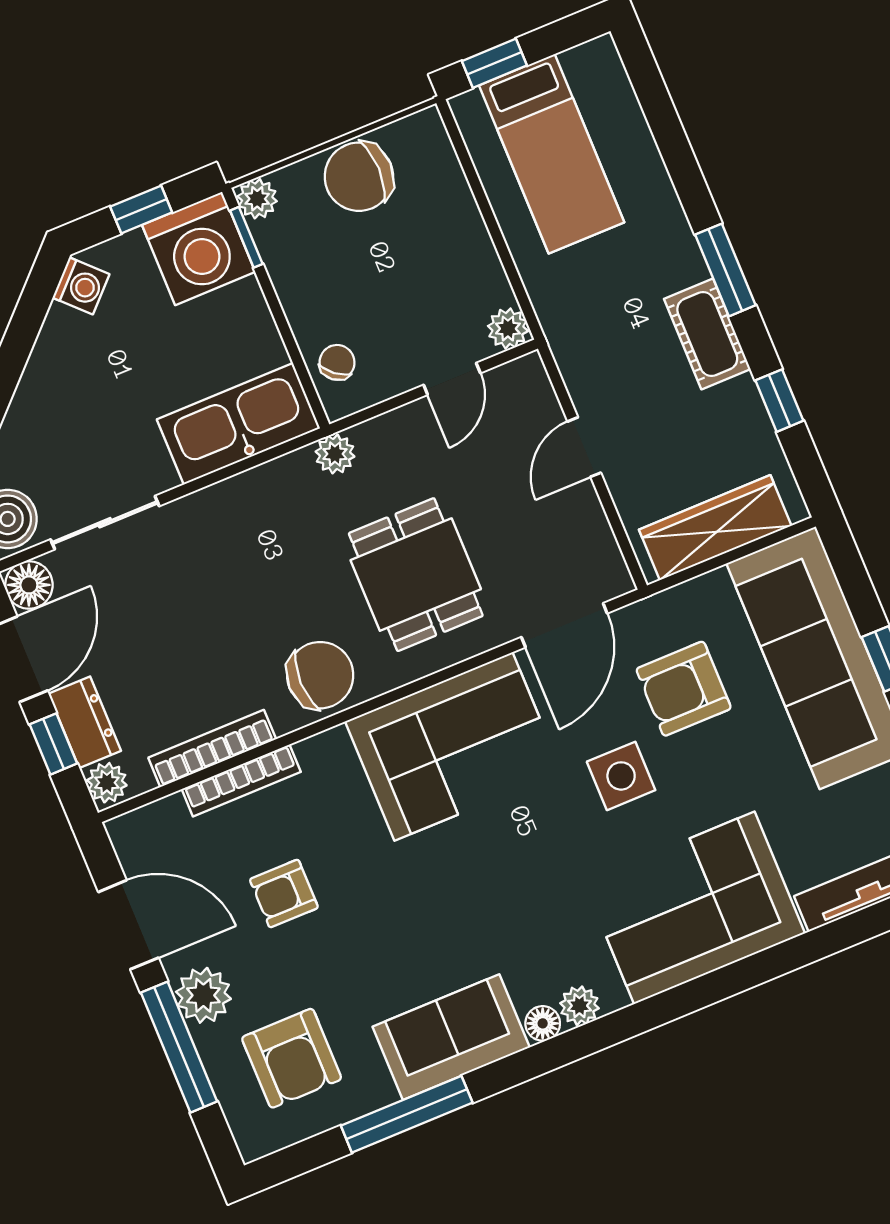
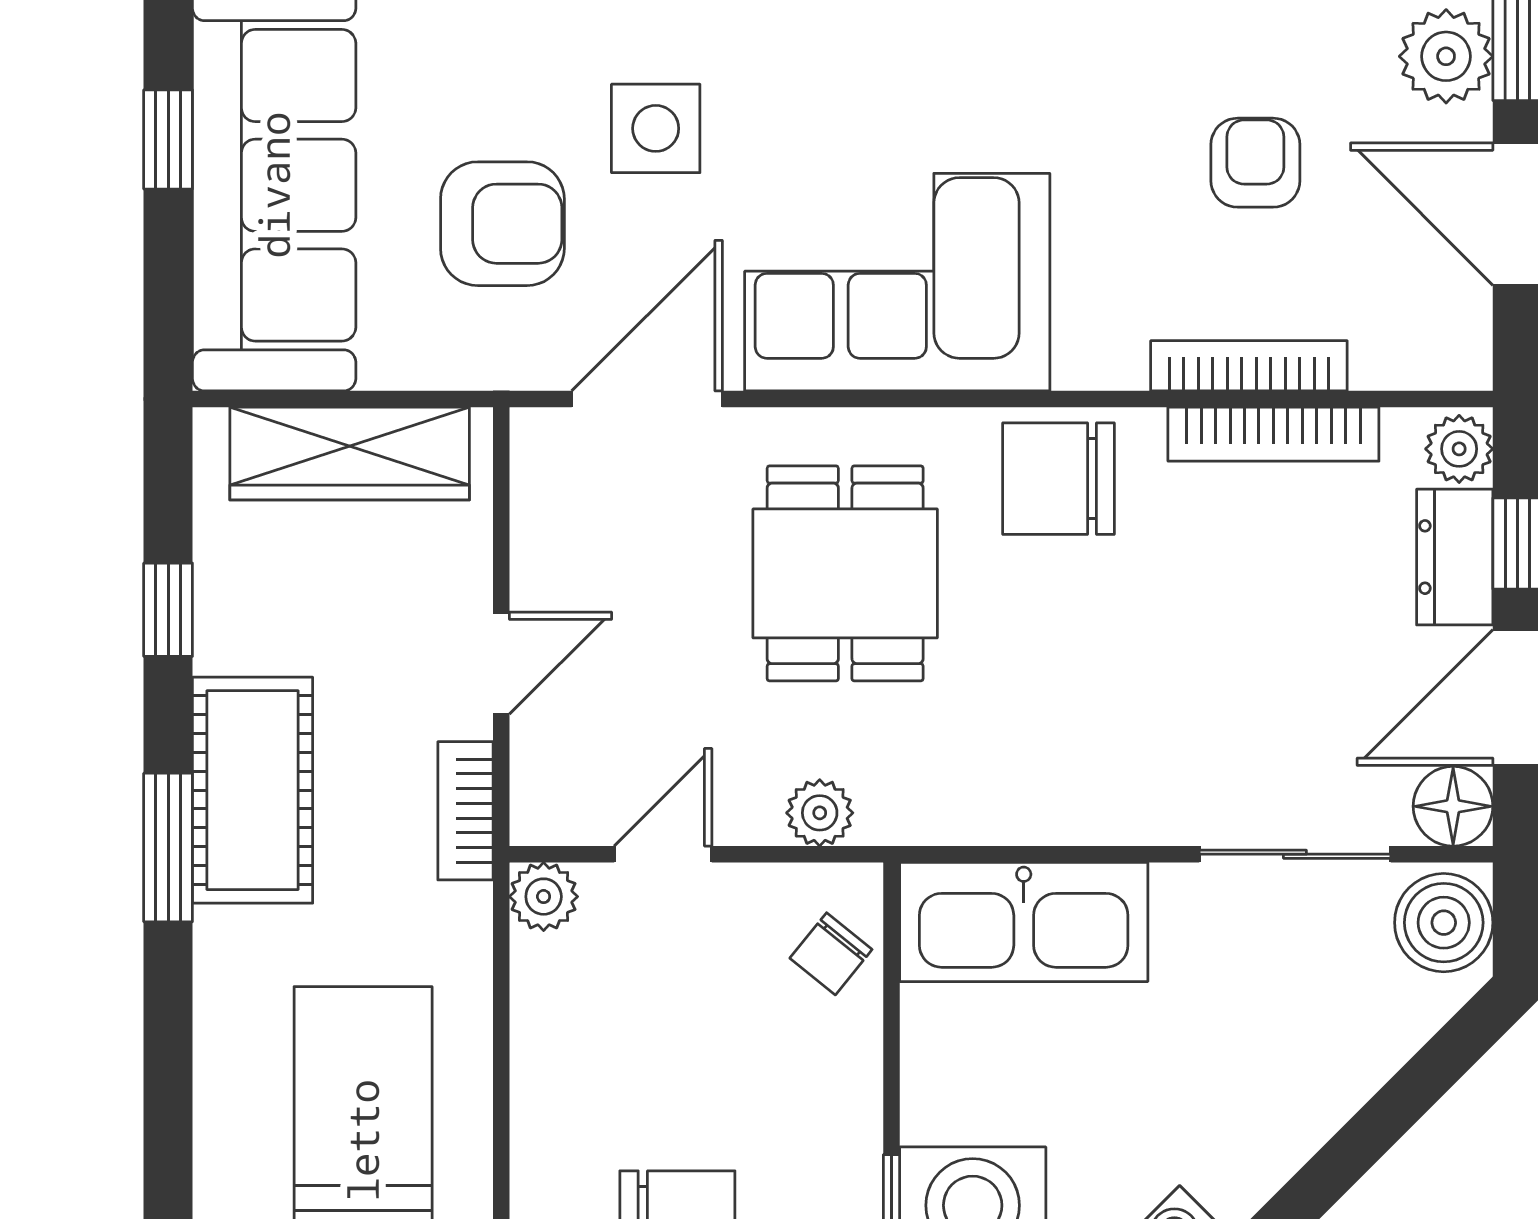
cot: (707, 334) -> (253, 790), width x1.37, depth x1.34
bookcase: (570, 358) -> (465, 811), added
plant: (335, 454) -> (820, 813), moved
armchair: (284, 893) -> (1255, 163), turned -90

